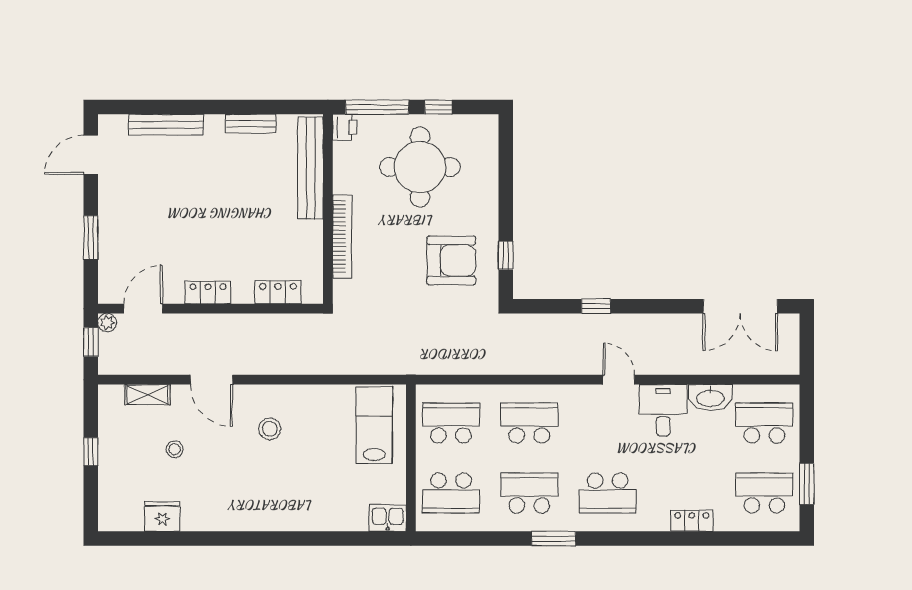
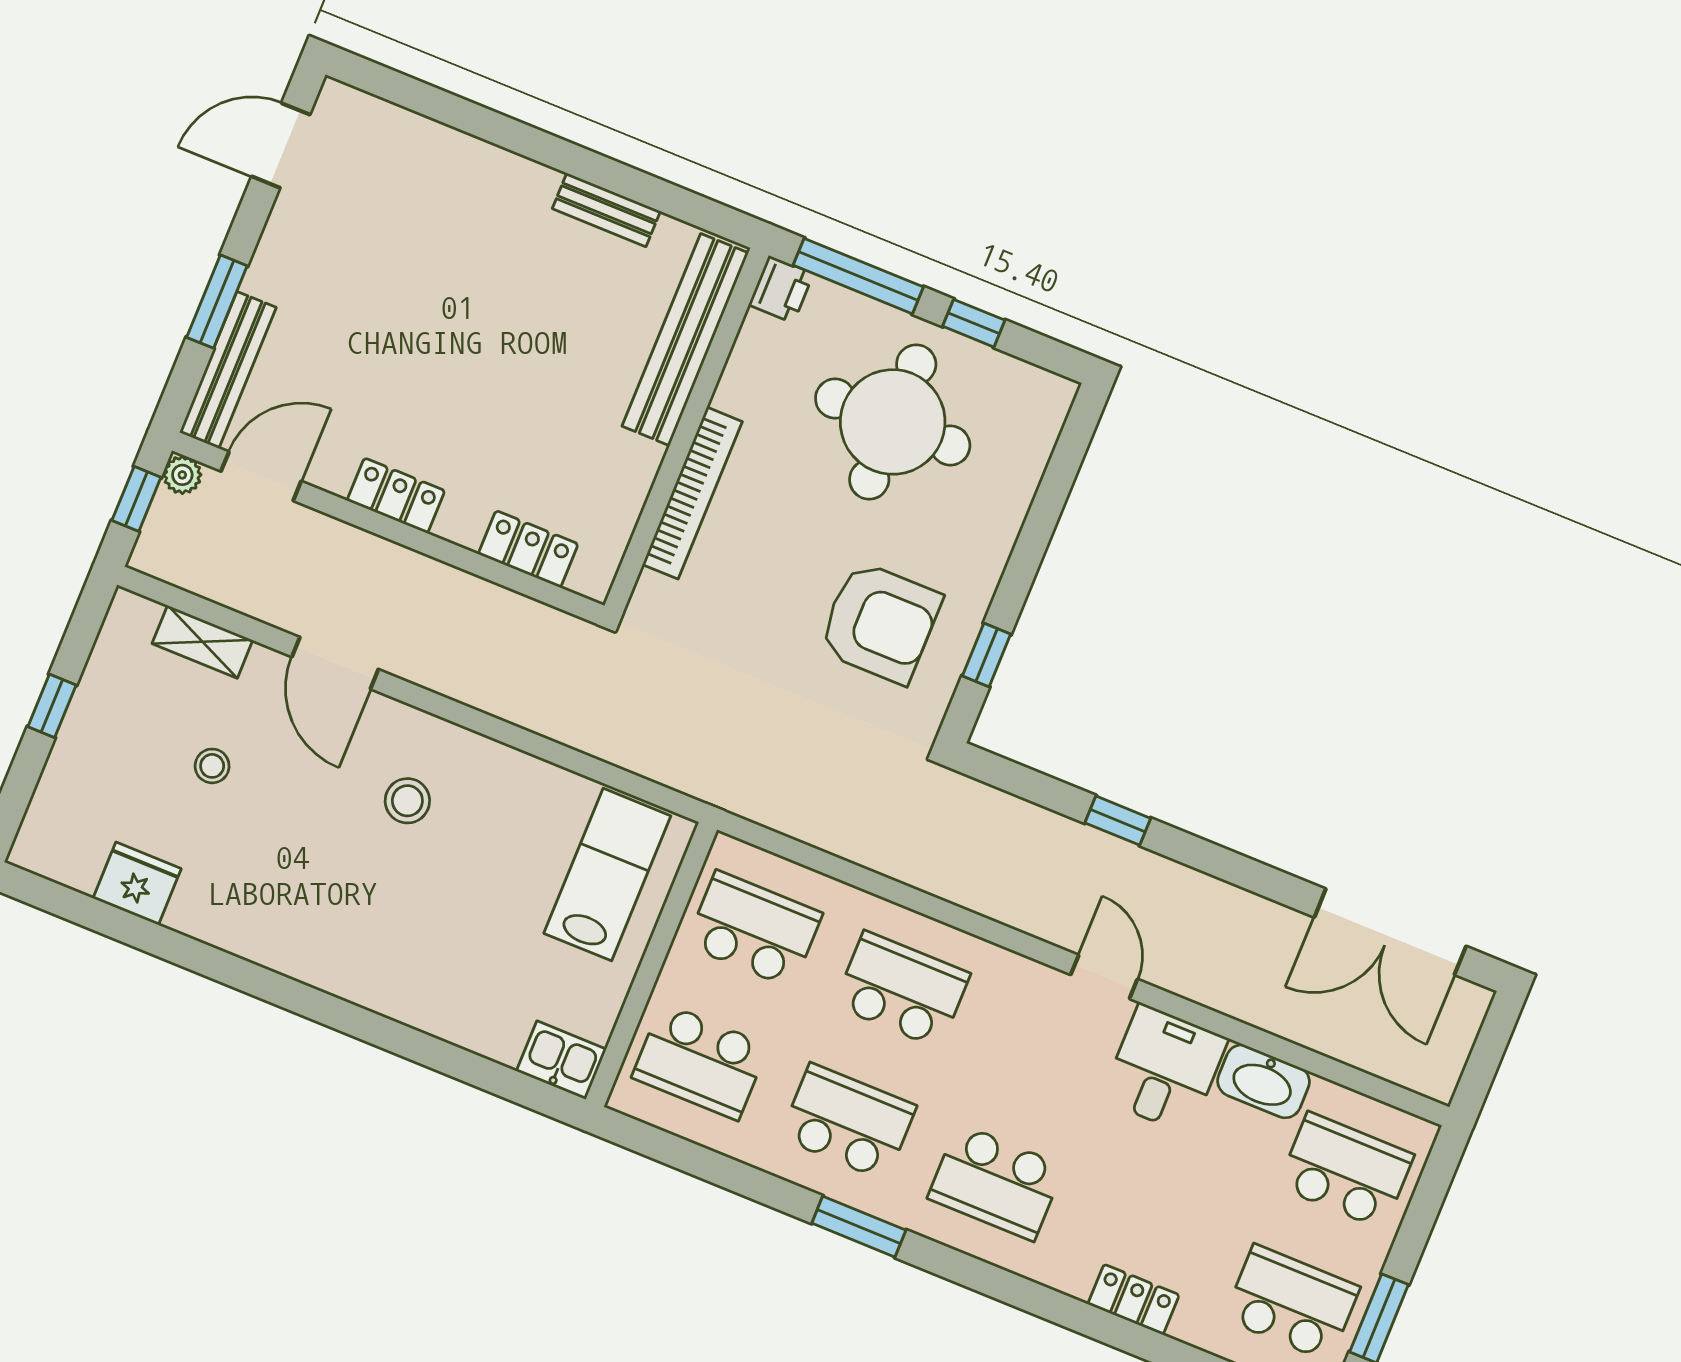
bench: (166, 125) -> (228, 370), moved, turned 90

